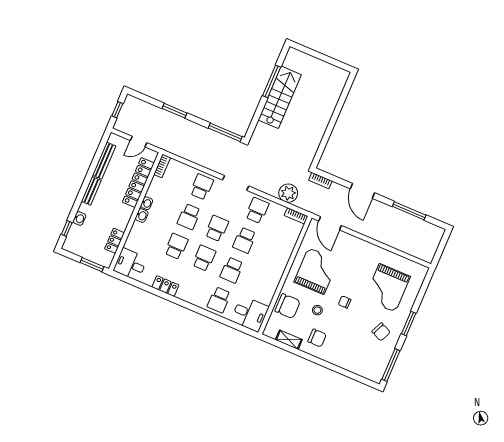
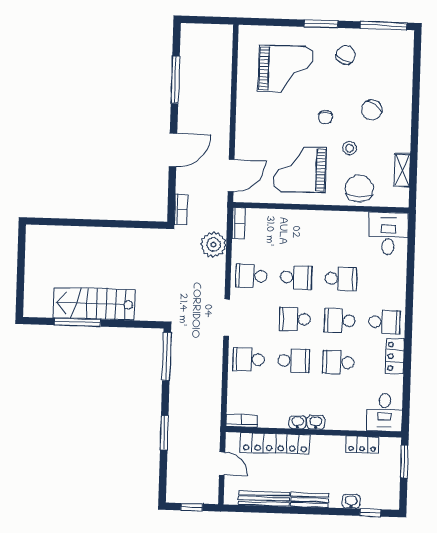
school desk: (219, 300) -> (384, 322), moved
chair: (317, 338) -> (372, 110), moved, turned -145

